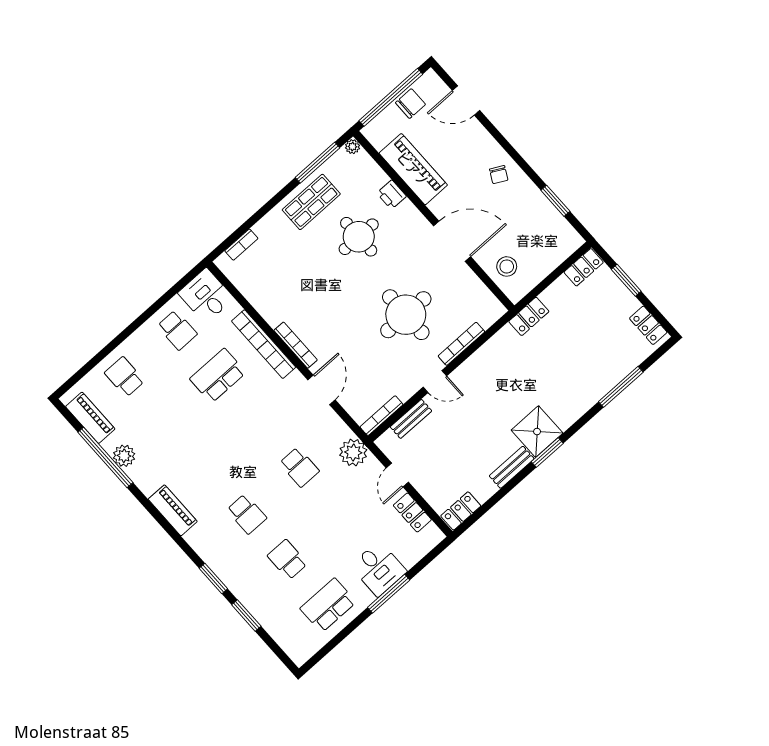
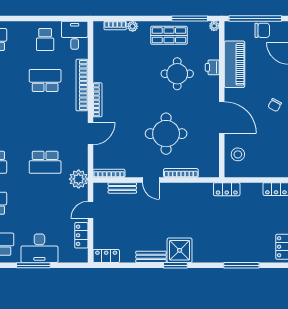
plant: (262, 228) -> (133, 26), added
school desk: (299, 467) -> (45, 162), width x1.85
desk: (378, 569) -> (39, 248), width x1.37

